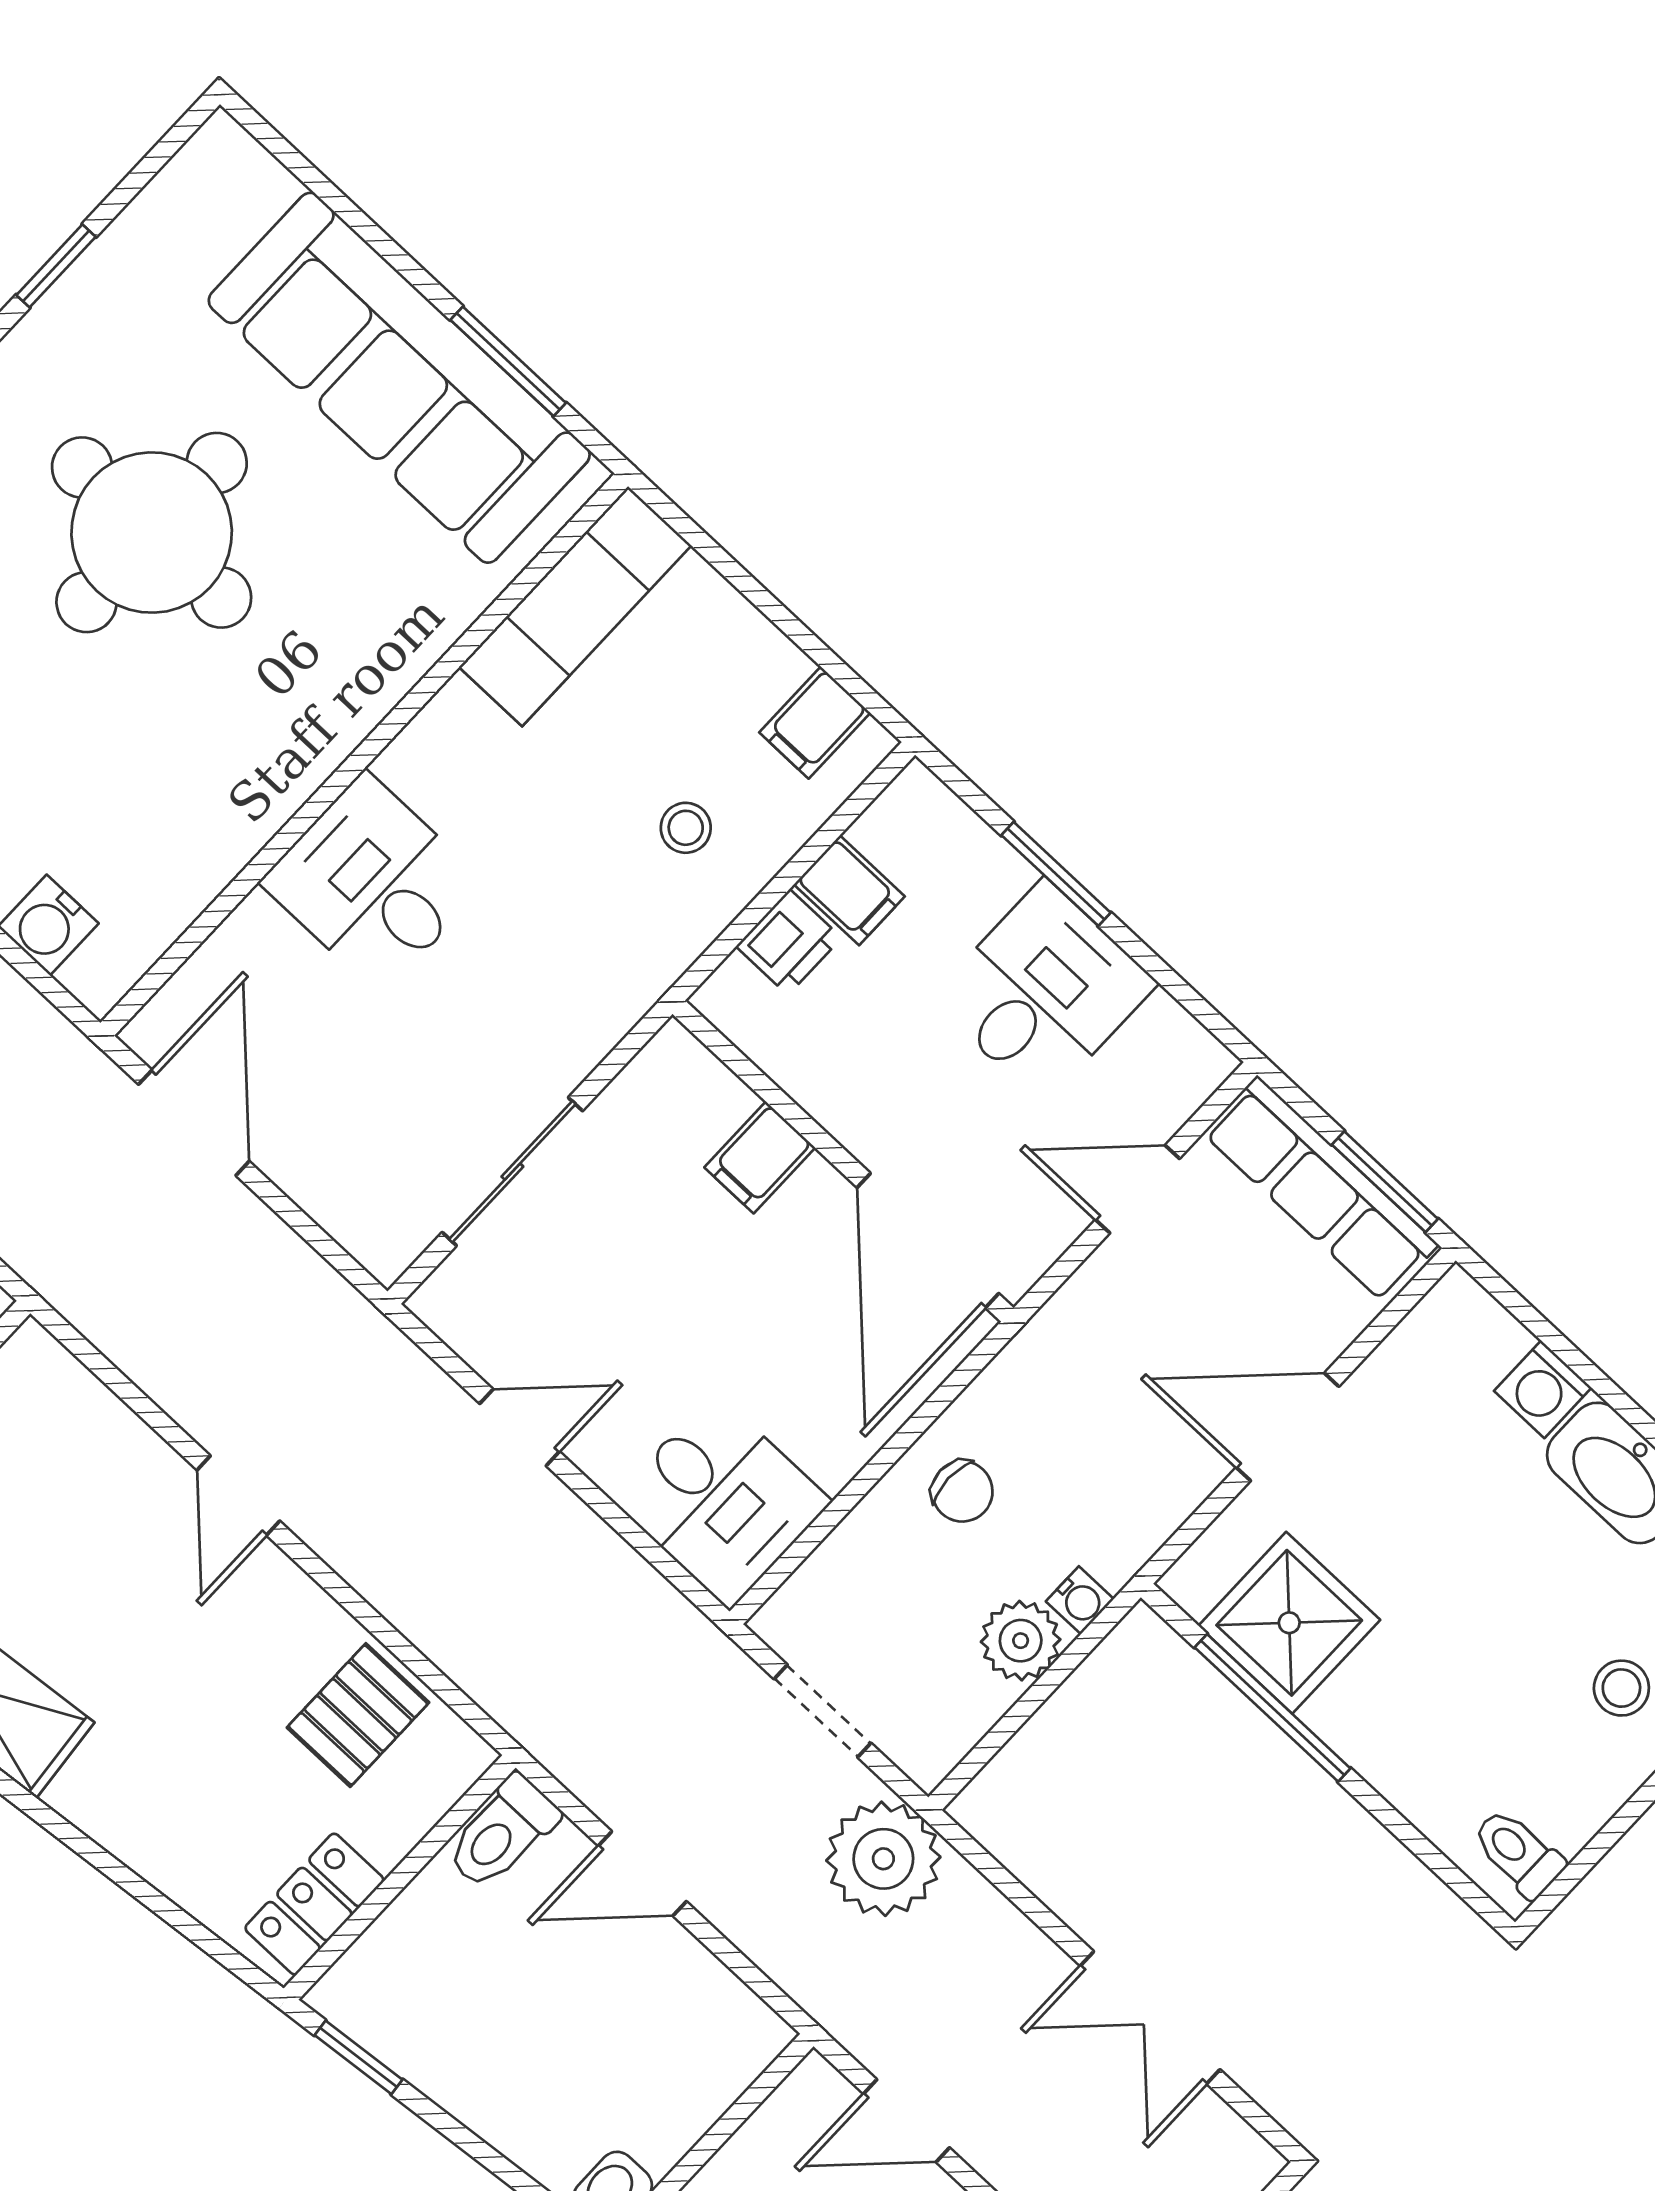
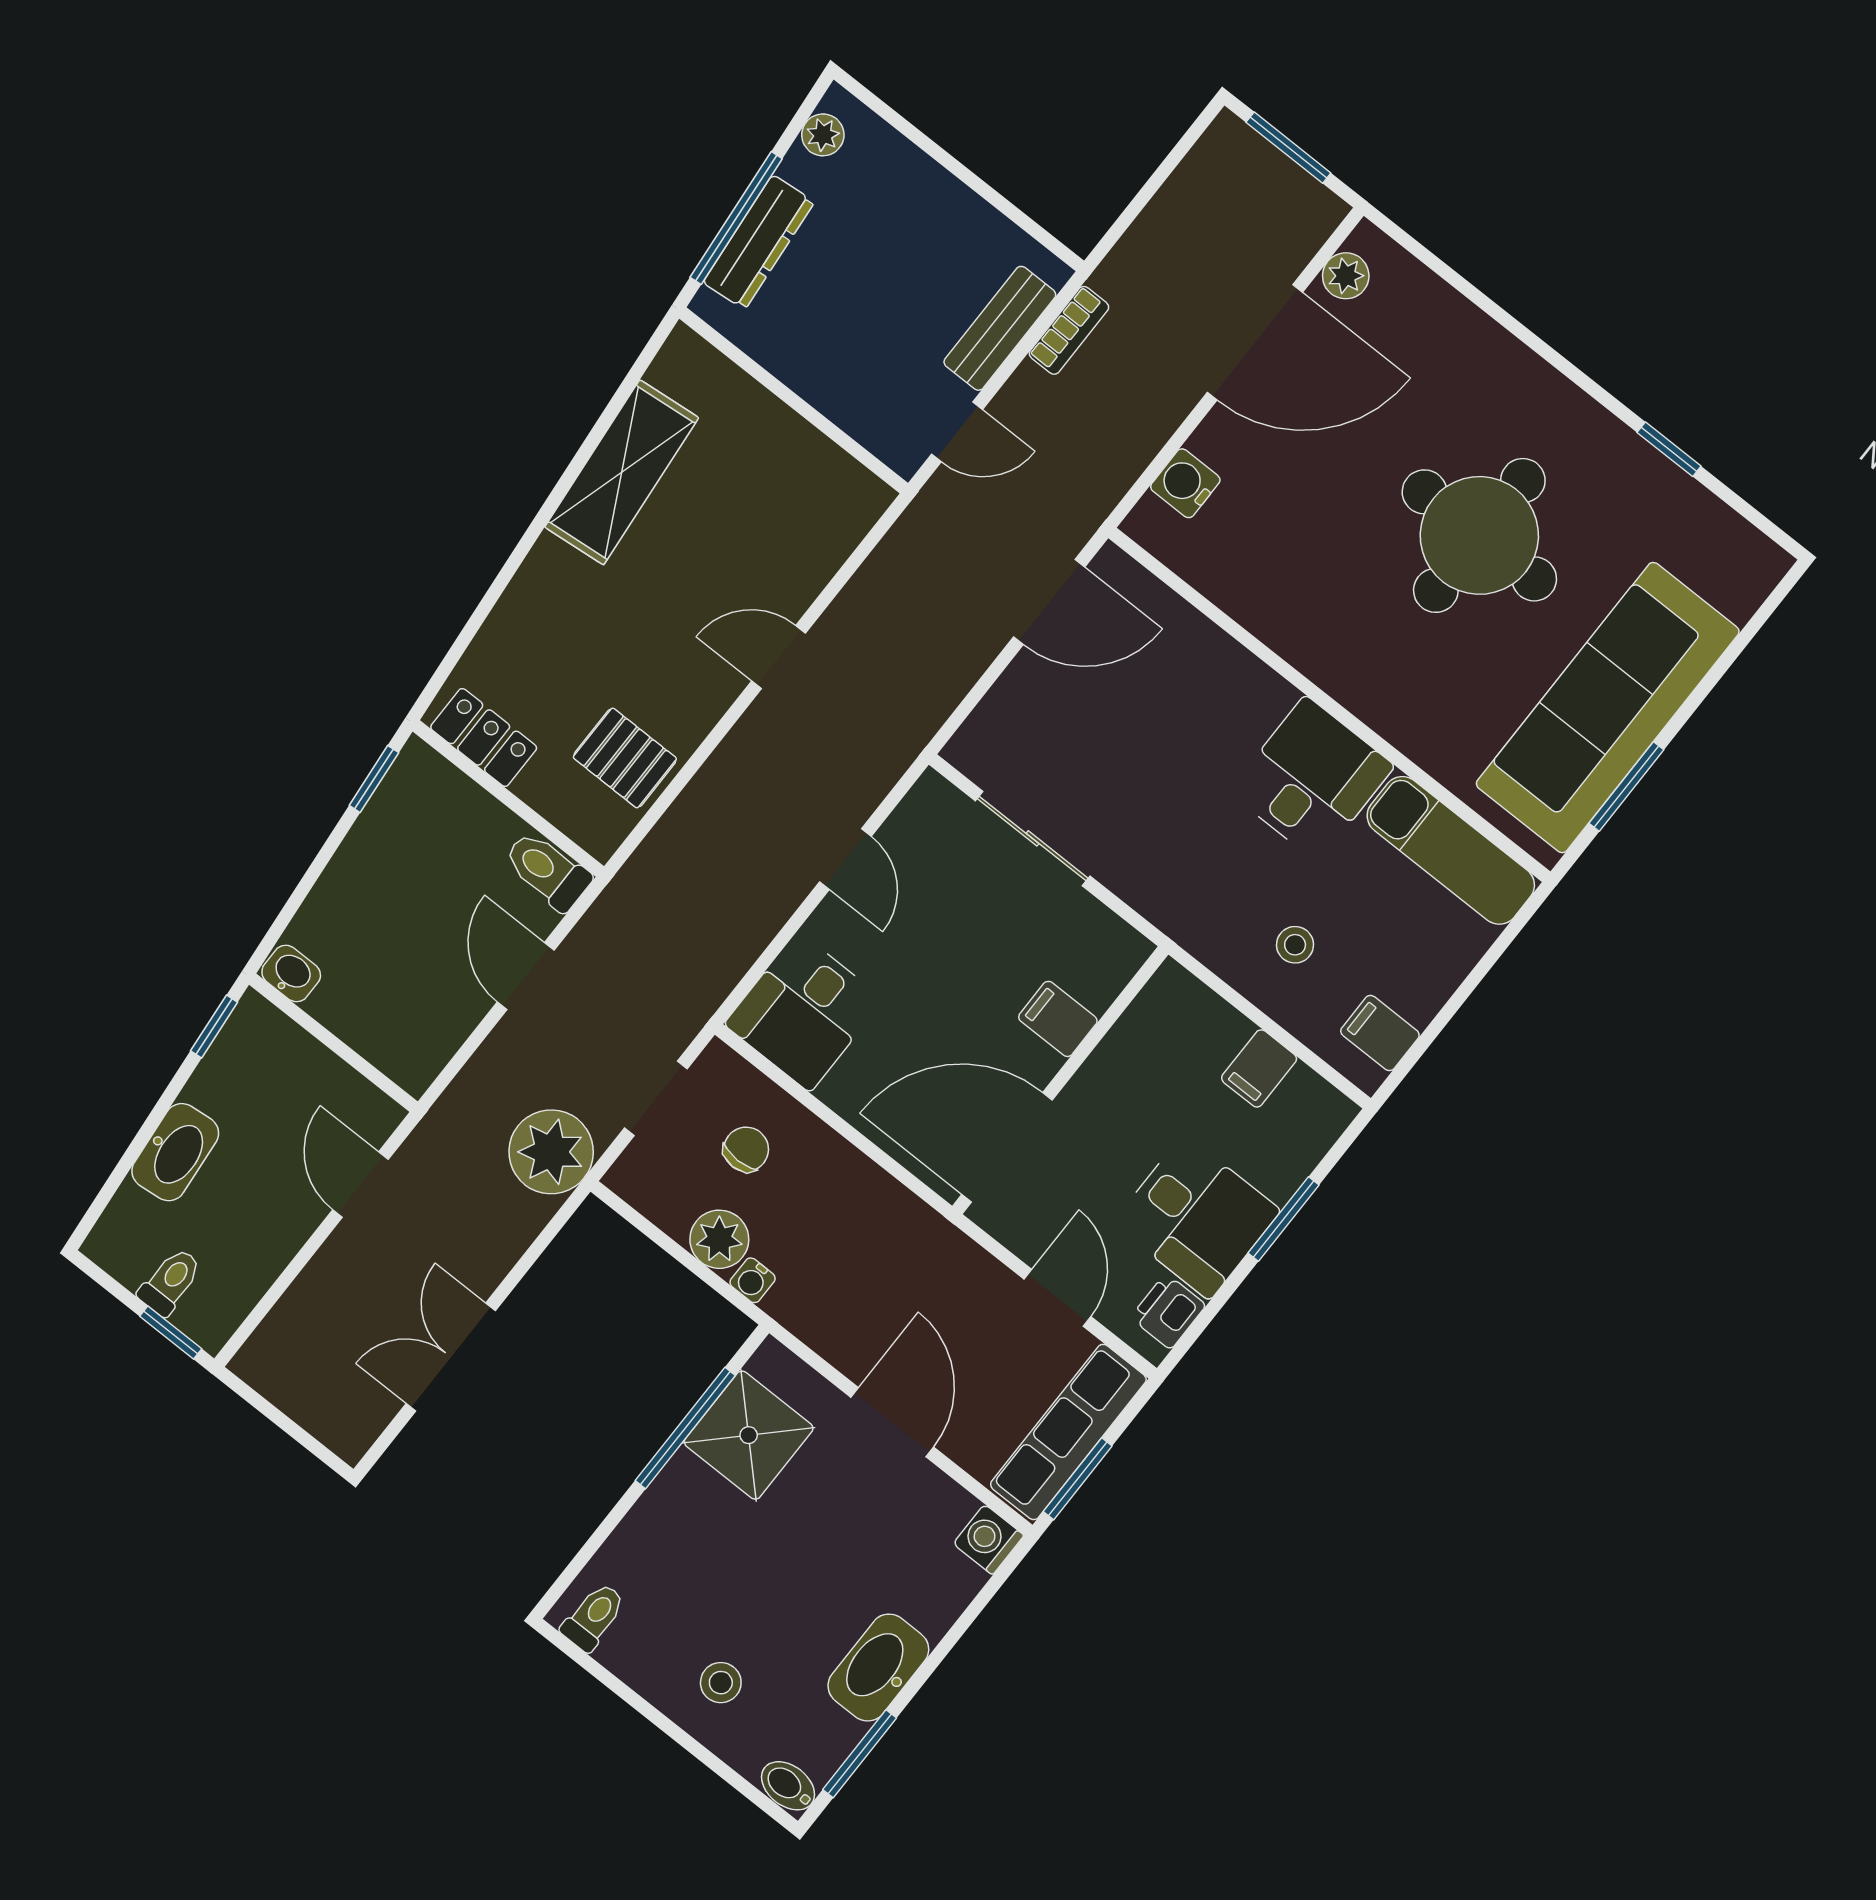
desk: (373, 883) -> (1311, 779), moved
printer: (789, 942) -> (1168, 1311), moved, turned 90
washing machine: (1543, 1389) -> (989, 1539), moved
chair: (962, 1491) -> (746, 1149), moved, turned 180

